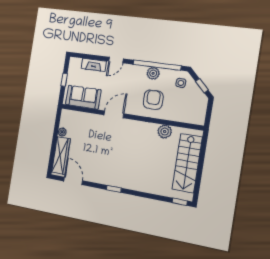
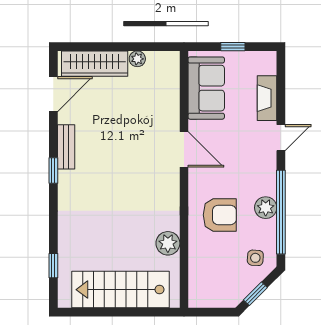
door: (116, 60) -> (281, 138), swing flipped
bench: (102, 179) -> (66, 147), added
window: (180, 202) -> (53, 266), moved

